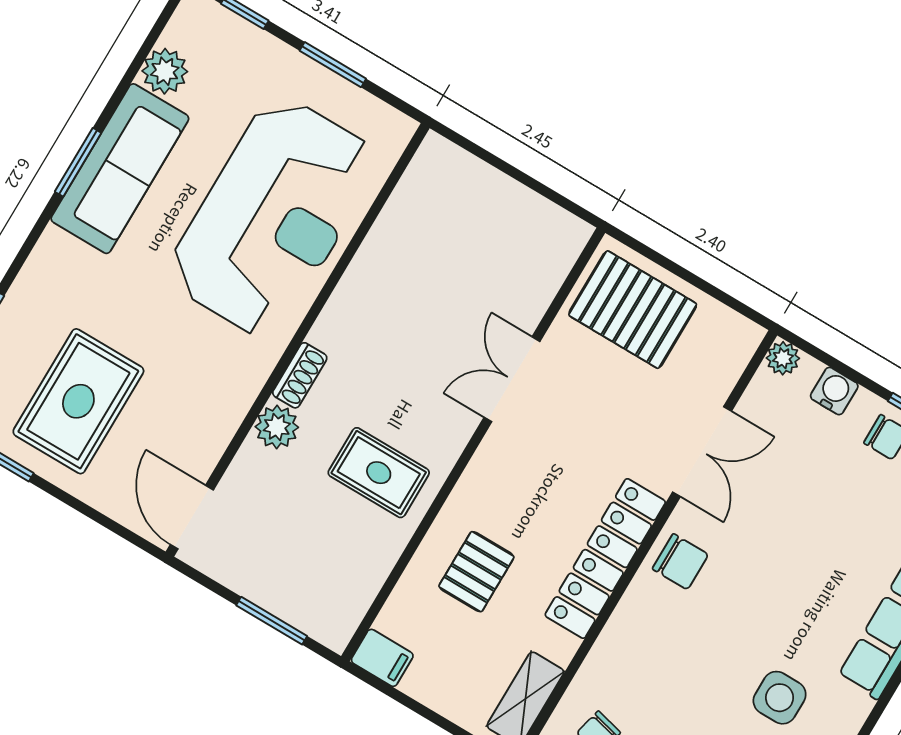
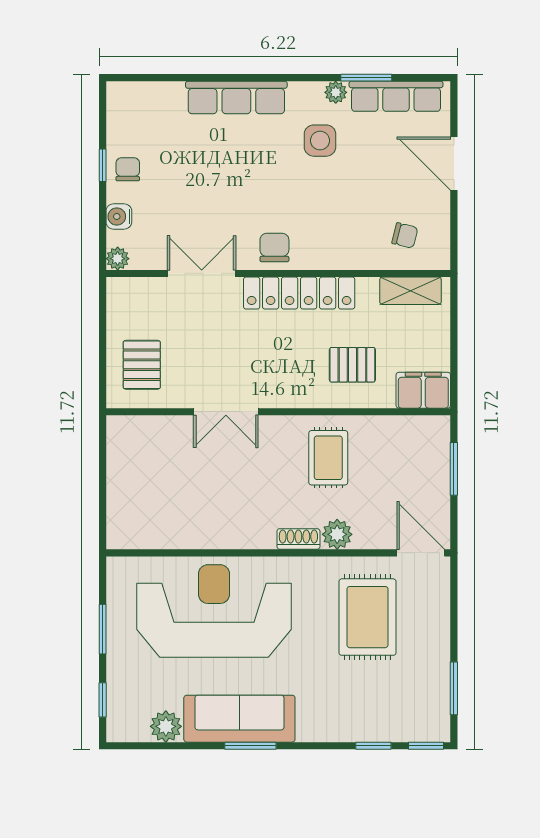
pallet: (633, 310) -> (142, 365), width x0.67, depth x0.71
rug: (78, 401) -> (367, 617), moved, turned 90
door: (192, 517) -> (421, 553), swing flipped
filing cabinet: (382, 658) -> (423, 390), width x2.00

